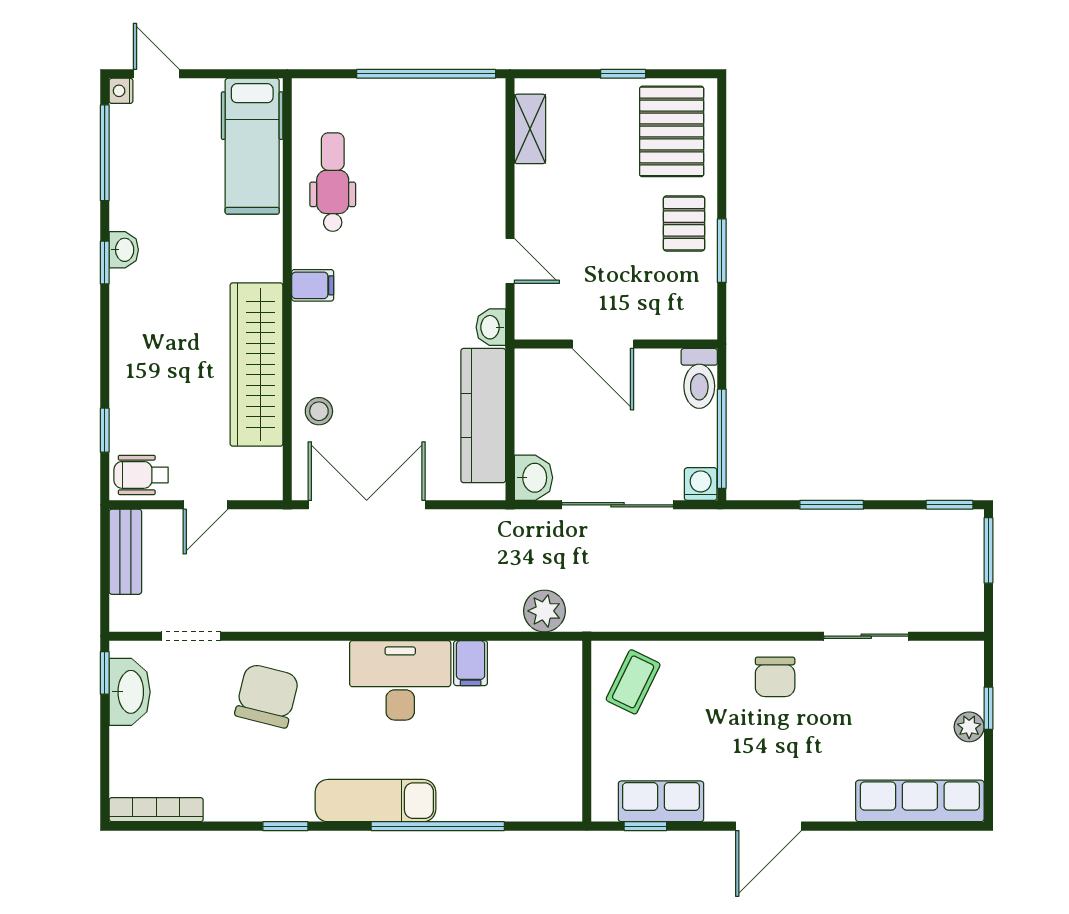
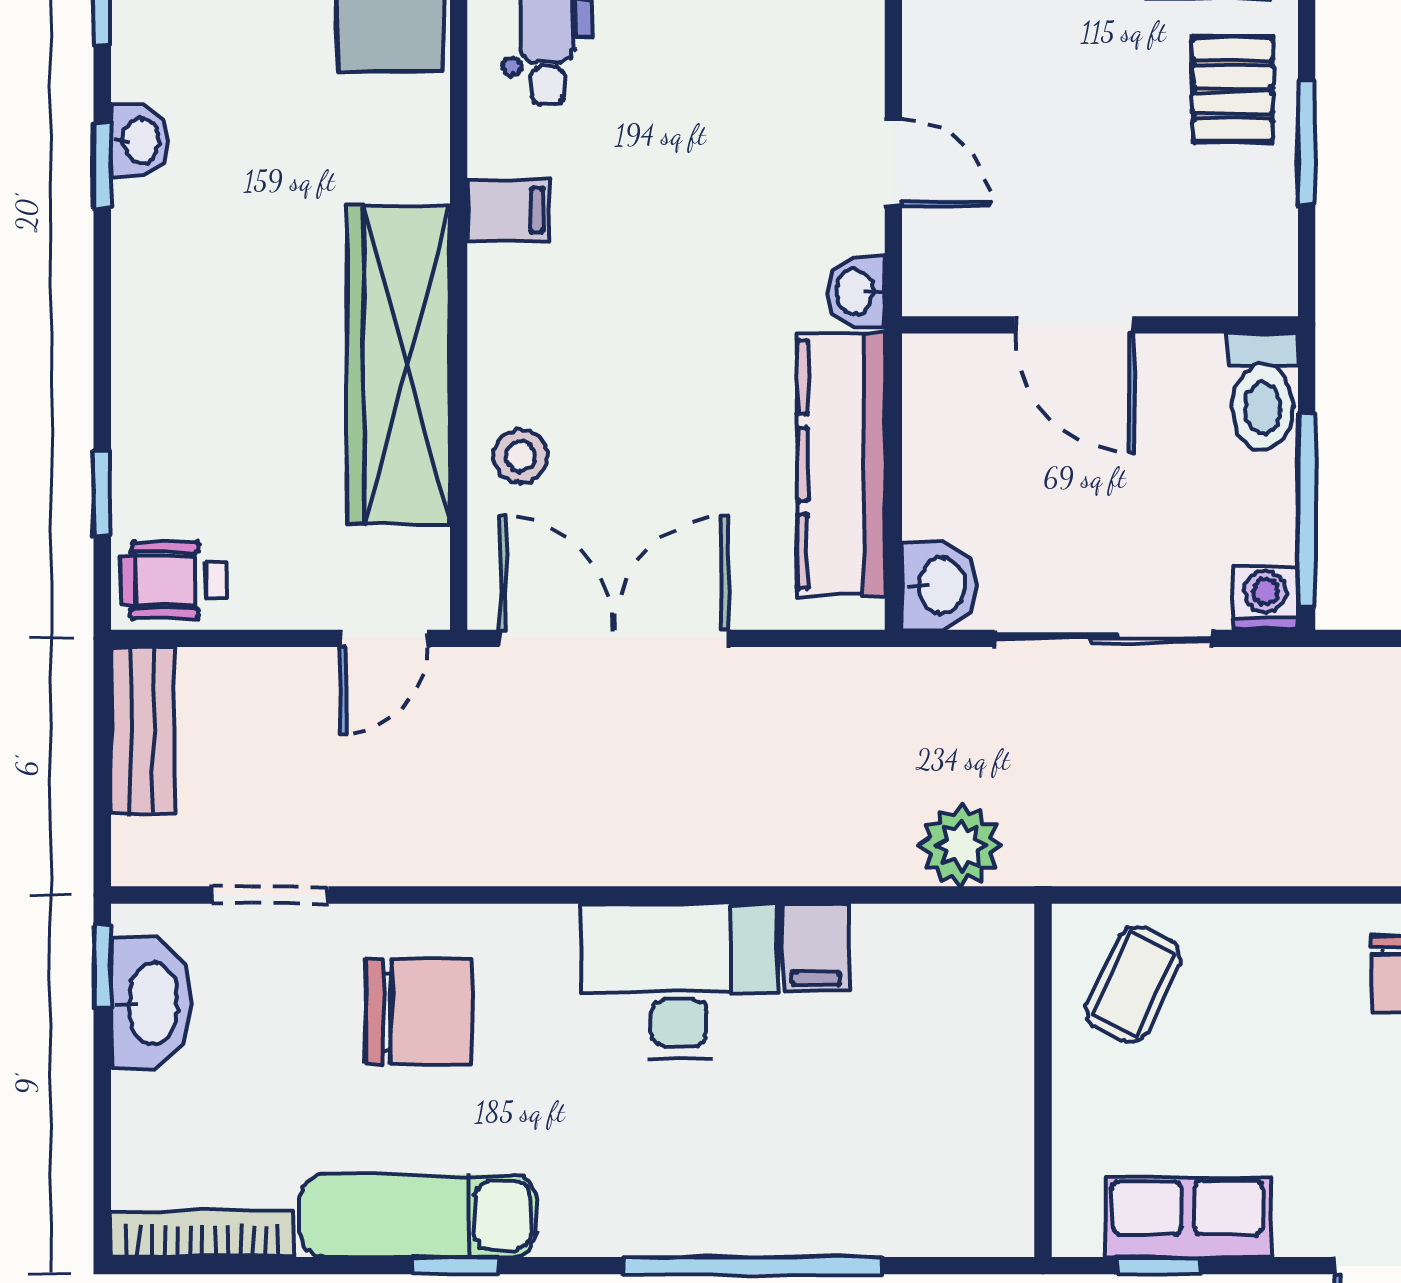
door: (205, 505) -> (383, 638), moved
chair: (267, 696) -> (419, 1011), turned 76
exam couch: (375, 801) -> (418, 1216), moved

